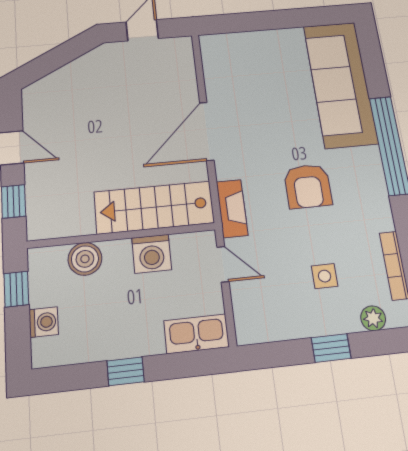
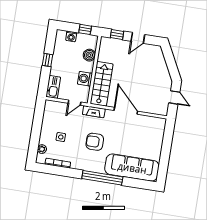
window: (331, 348) -> (36, 131), removed

